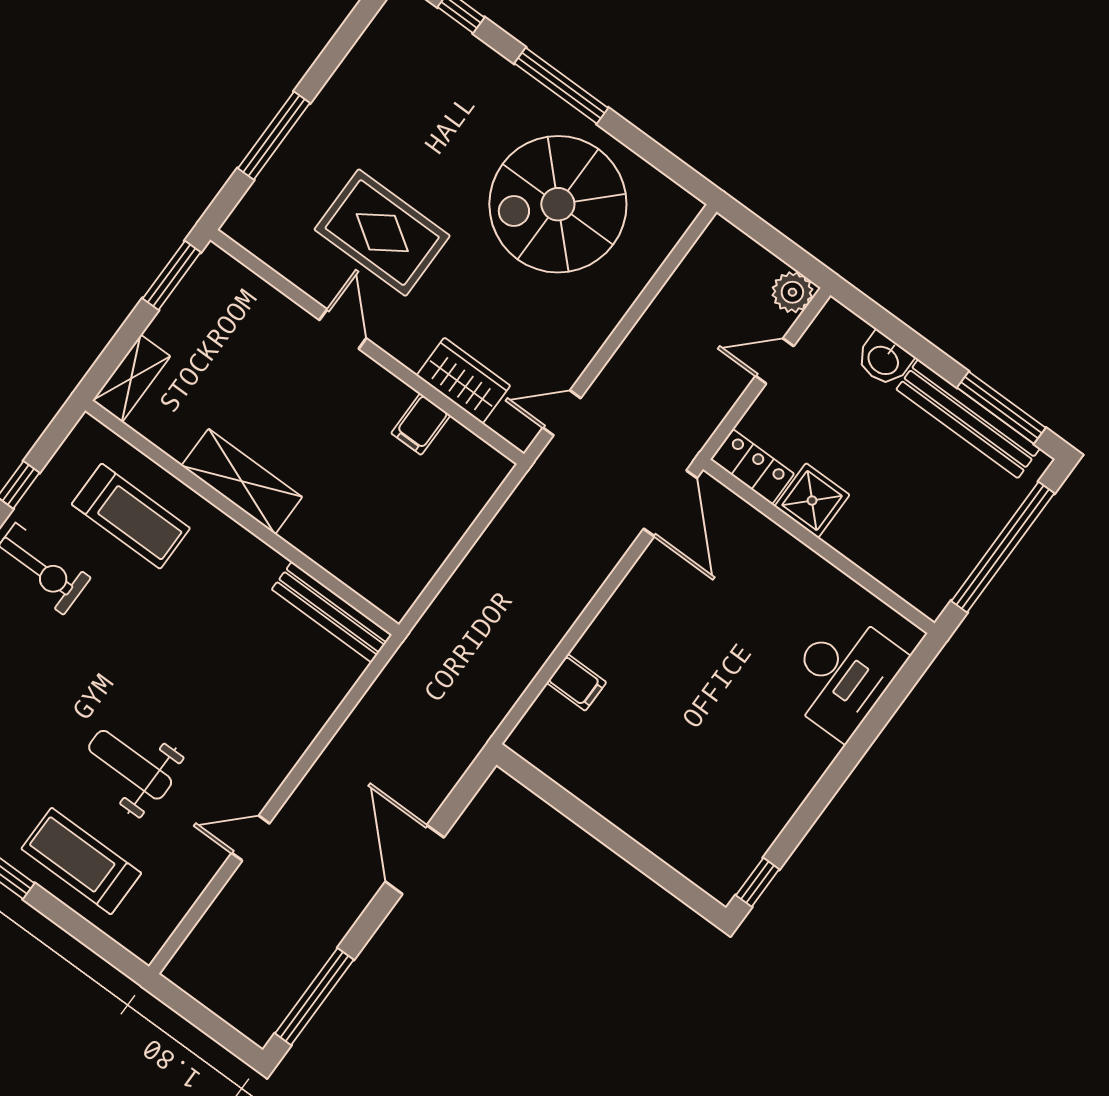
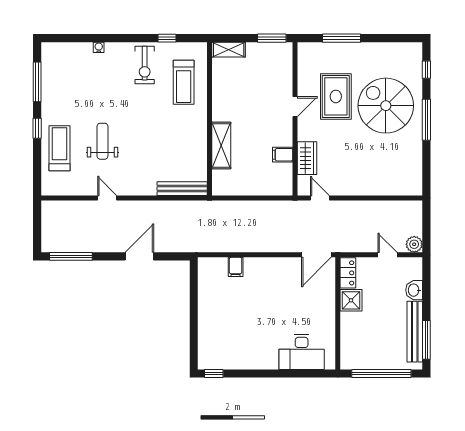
spiral stairs: (558, 204) -> (386, 106), moved
shelving: (242, 481) -> (221, 145), moved
bench: (332, 612) -> (182, 189), moved, turned 90

